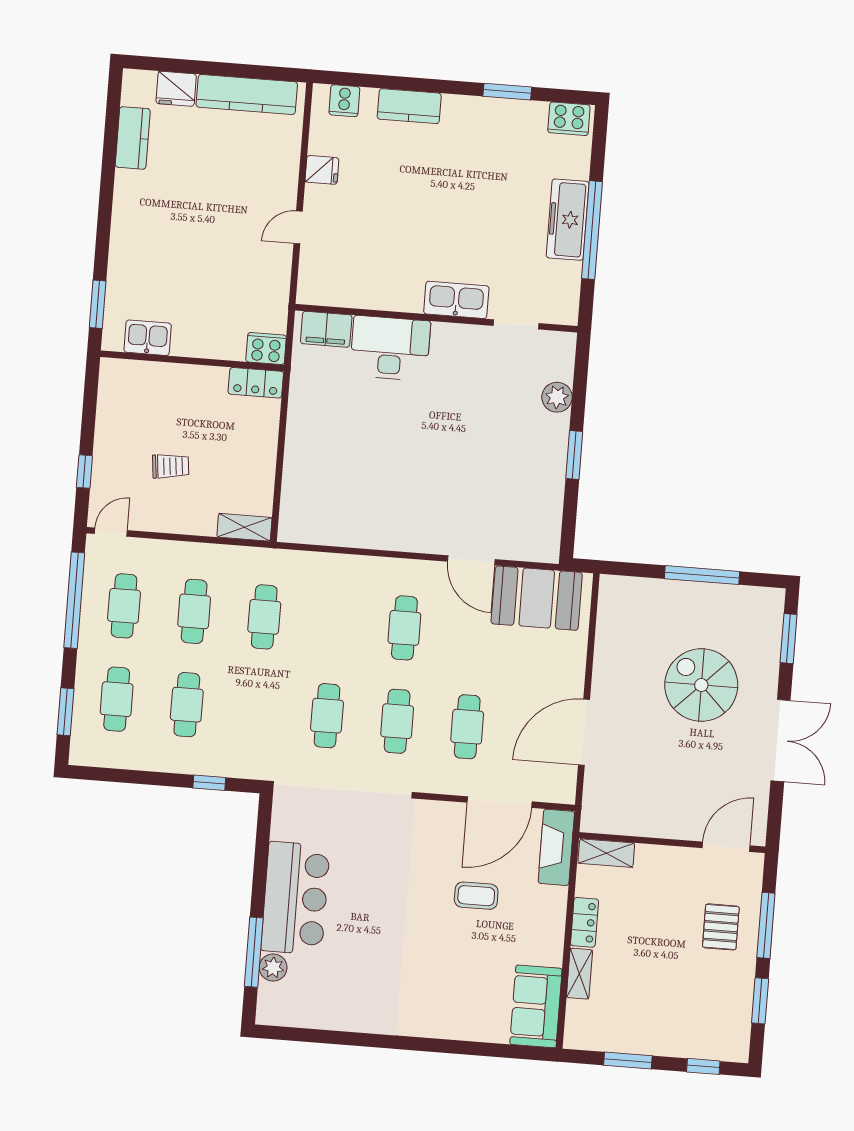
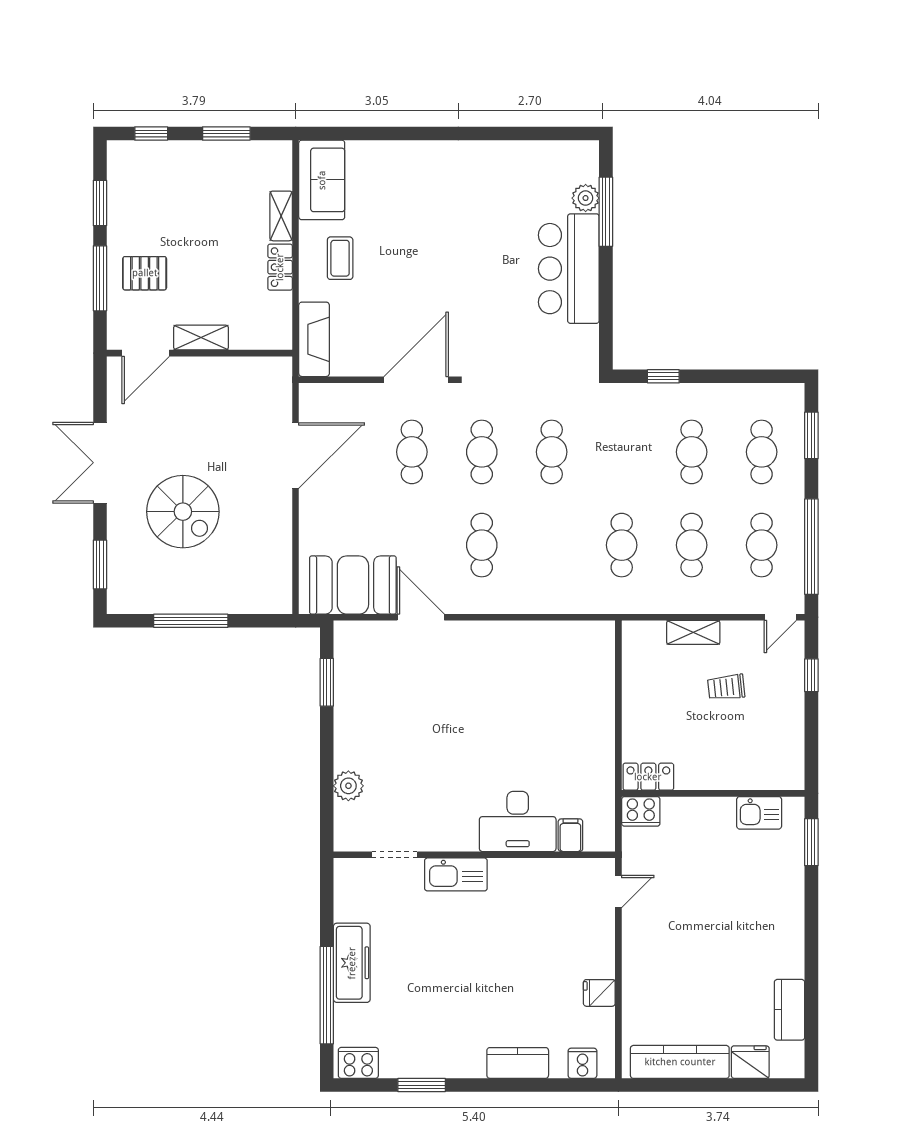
door: (298, 227) -> (618, 892), moved
window: (592, 230) -> (327, 995), moved
filing cabinet: (326, 329) -> (570, 835), width x0.50
window: (574, 455) -> (327, 682), moved
shelving: (244, 527) -> (693, 632), moved
door: (500, 802) -> (416, 380), moved
shelving: (606, 853) -> (201, 338), moved
coffee table: (476, 896) -> (340, 258), moved, turned 90
pallet: (721, 927) -> (145, 273), turned 90

